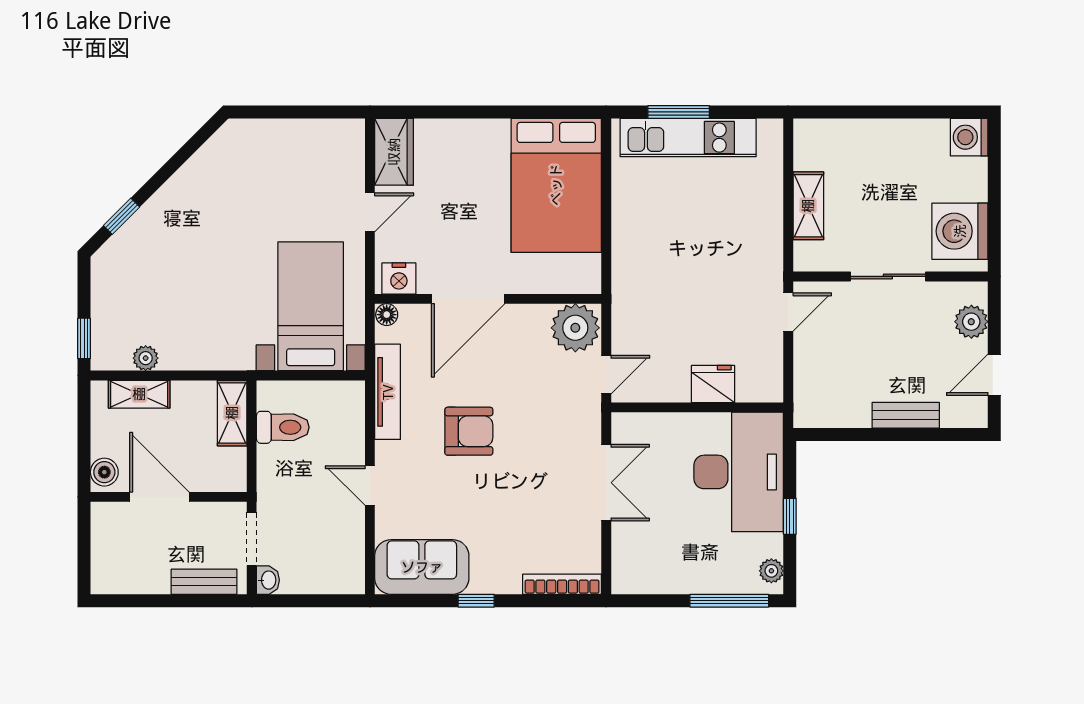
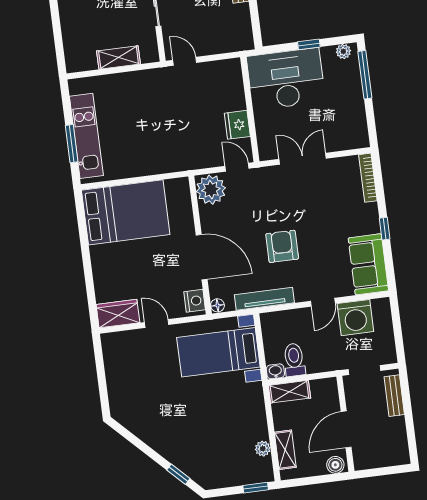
fridge: (713, 384) -> (237, 125), moved
washing machine: (338, 535) -> (355, 318), added
washbasin: (268, 580) -> (275, 371), moved

